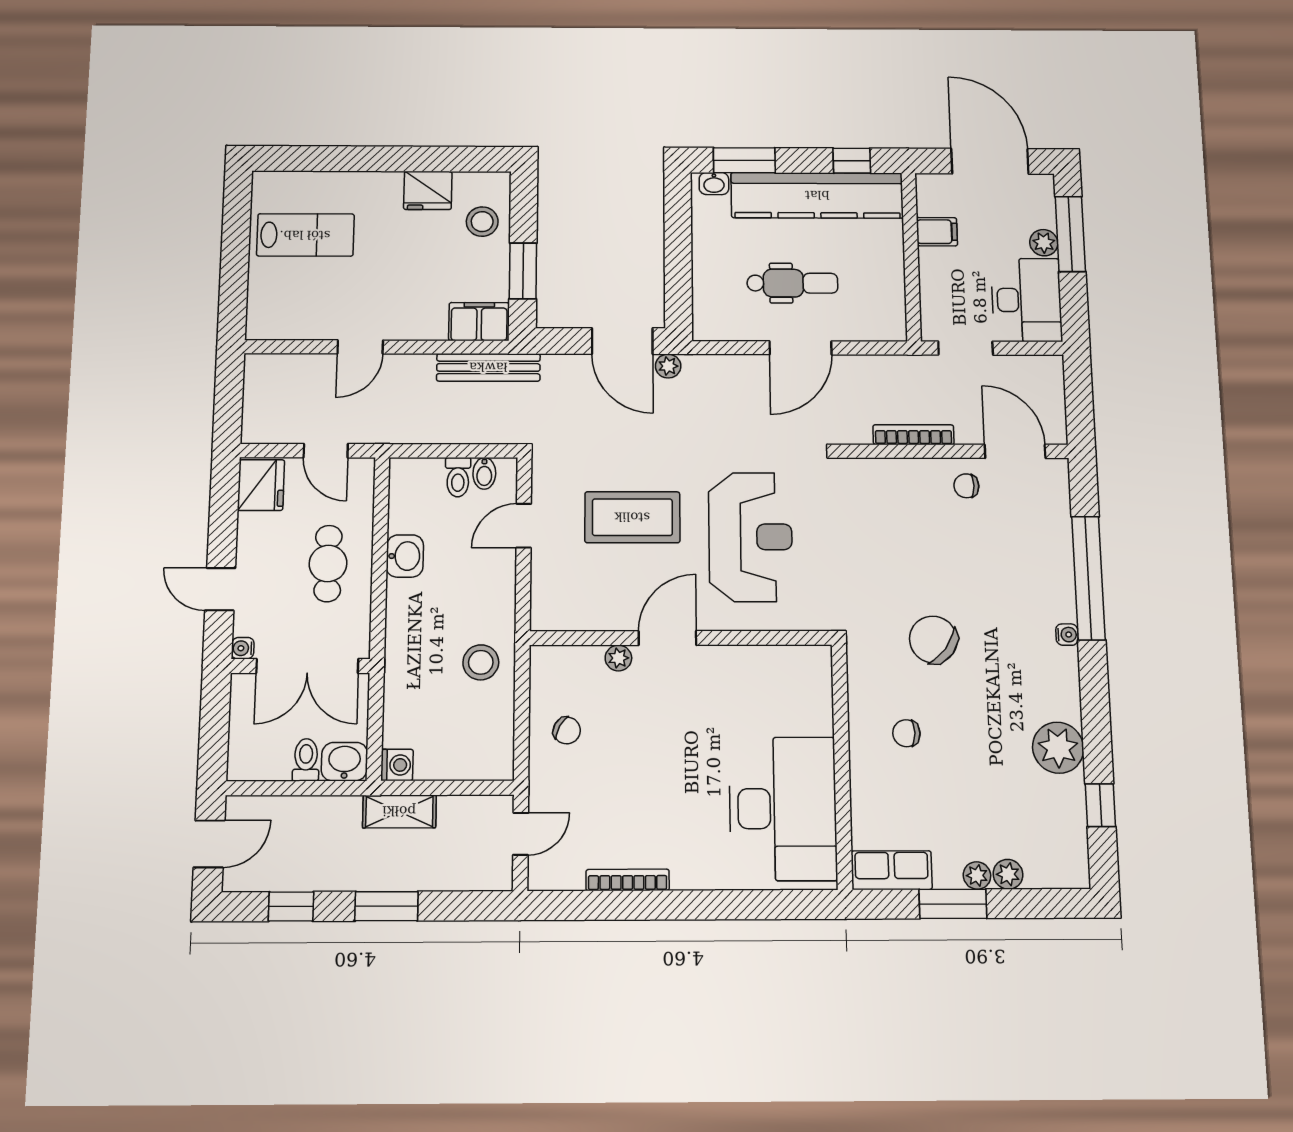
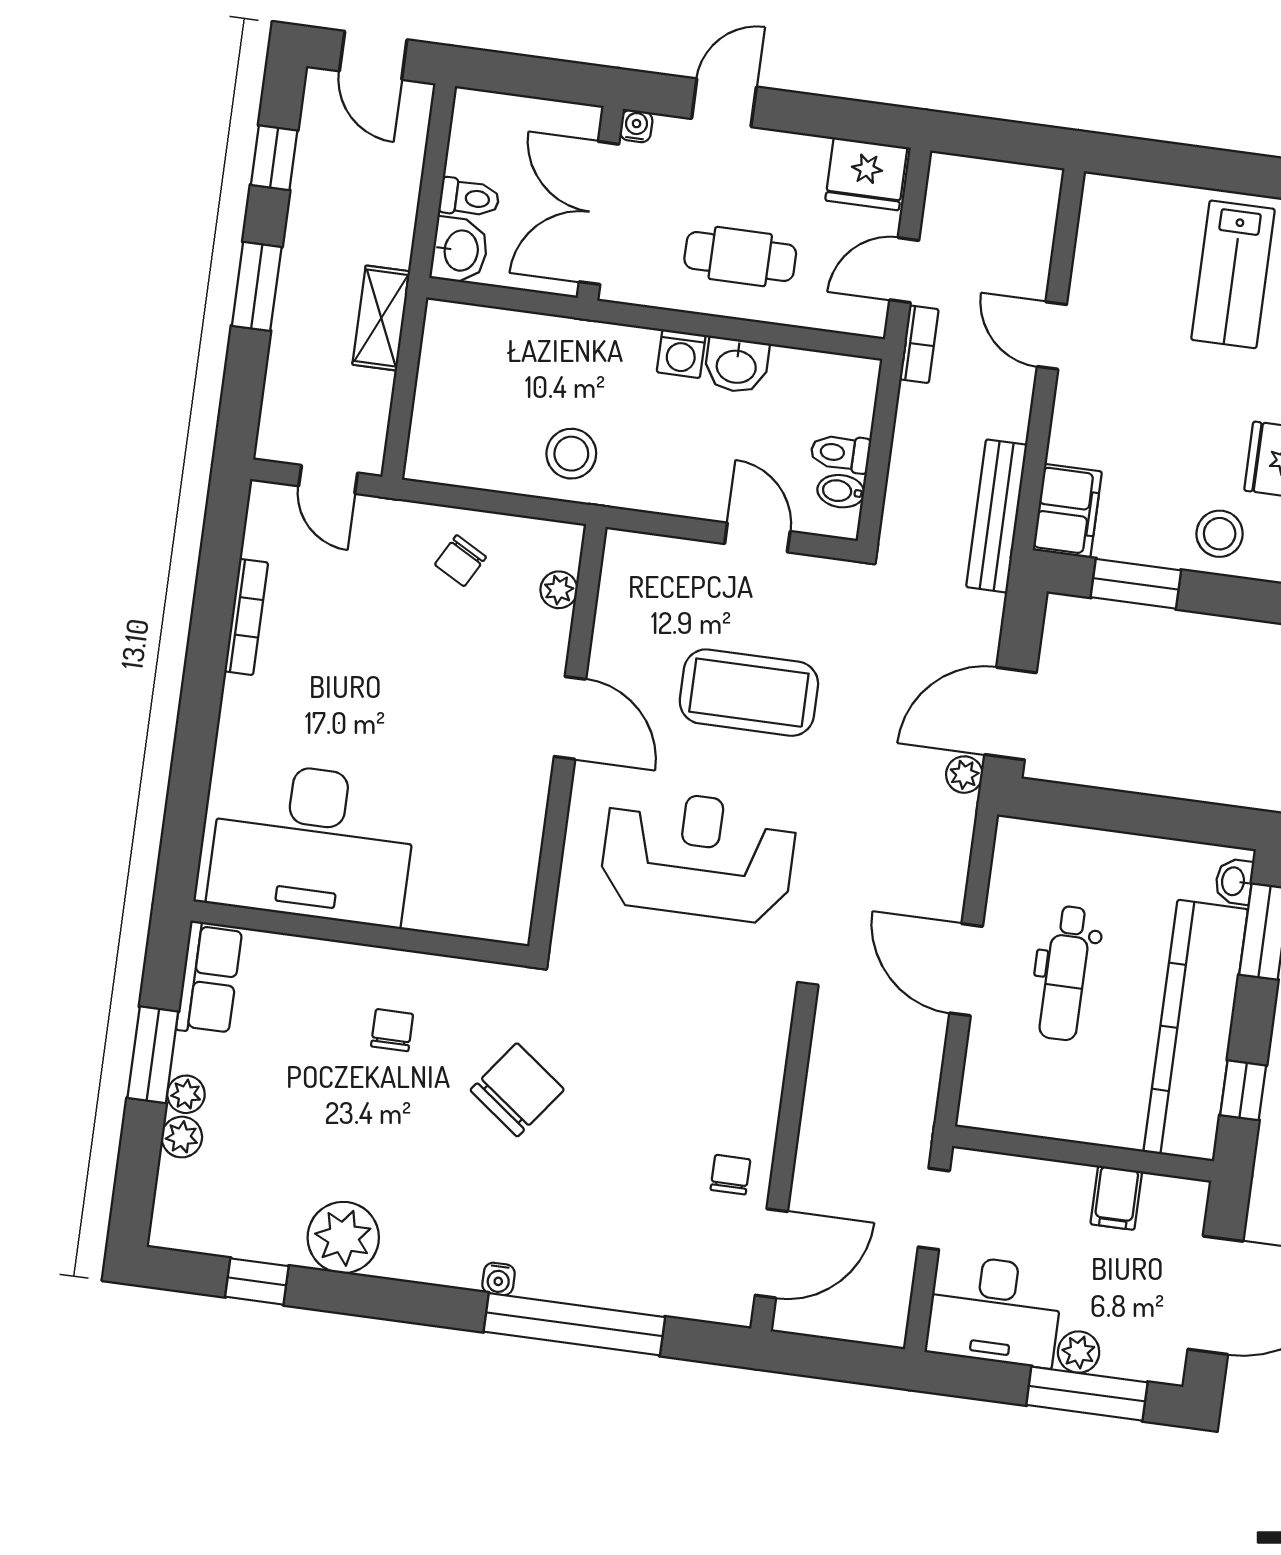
bookcase: (913, 435) -> (919, 344), moved, width x0.64
coffee table: (632, 517) -> (749, 693), turned 90
reception desk: (750, 537) -> (698, 855), turned 180
plant: (618, 658) -> (559, 590), moved
washing machine: (397, 765) -> (681, 354), moved

